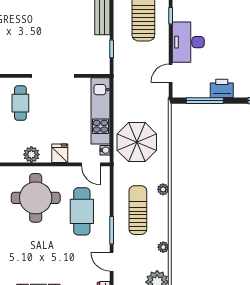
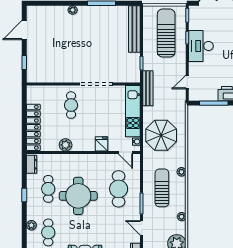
desk: (188, 42) -> (201, 46), moved
bench: (120, 81) -> (148, 88), added
plant: (31, 155) -> (66, 145), moved
round table: (36, 198) -> (78, 196), moved

